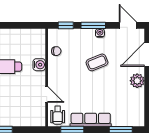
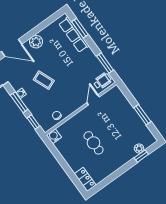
water cooler: (39, 65) -> (54, 136), moved
row of seats: (91, 120) -> (74, 35), moved

